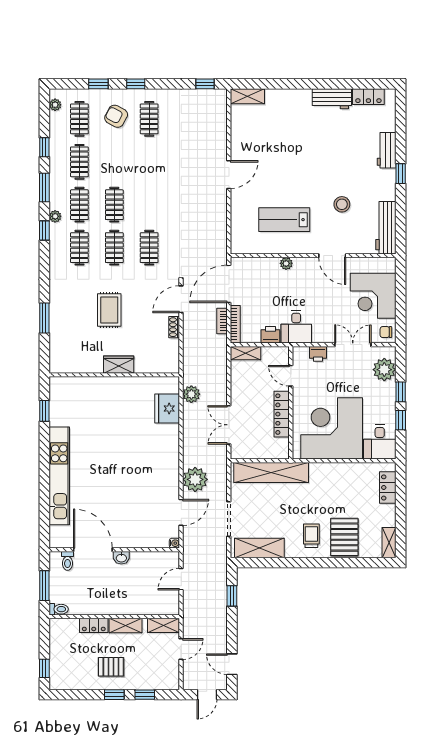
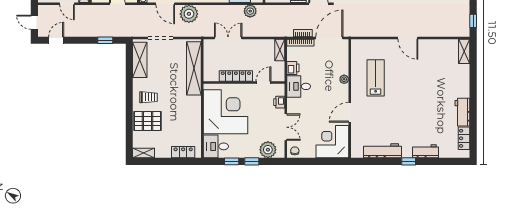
stool: (342, 204) -> (387, 119), removed
workbench: (386, 228) -> (383, 151), moved
door: (229, 284) -> (329, 38), hinge flipped
corner desk: (373, 296) -> (332, 142), moved

